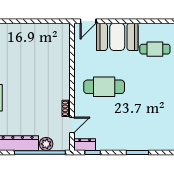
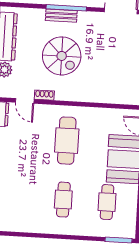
cafe table: (155, 87) -> (63, 200), added
spiral stairs: (32, 95) -> (62, 56), added

